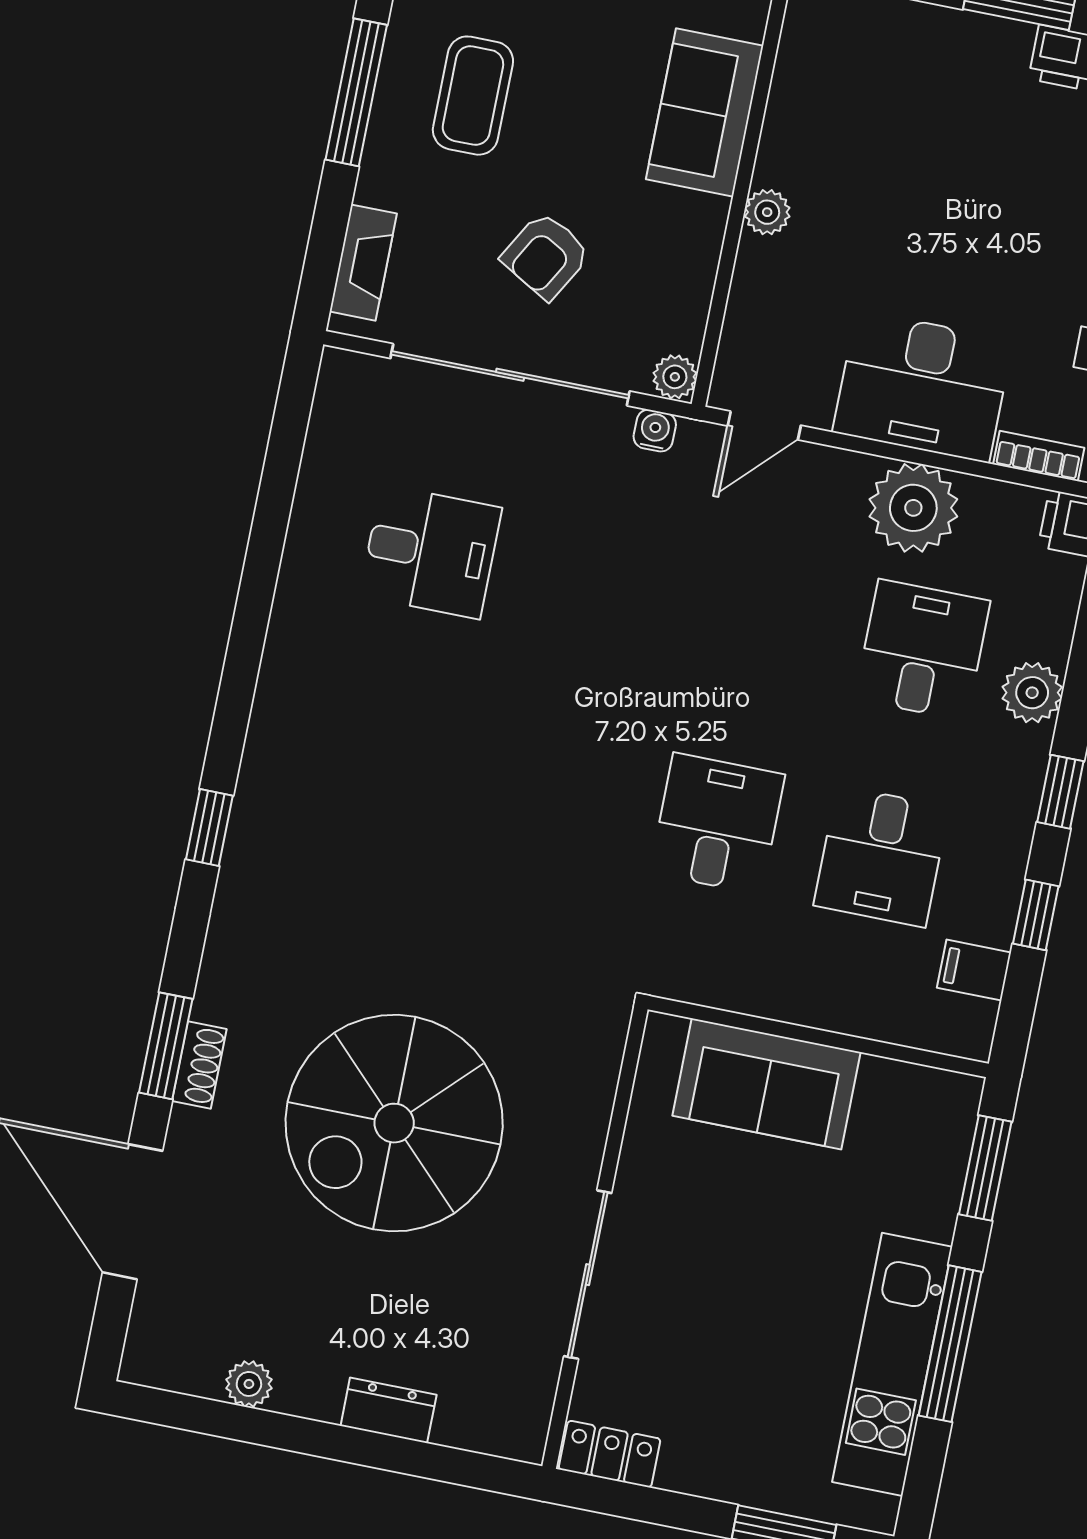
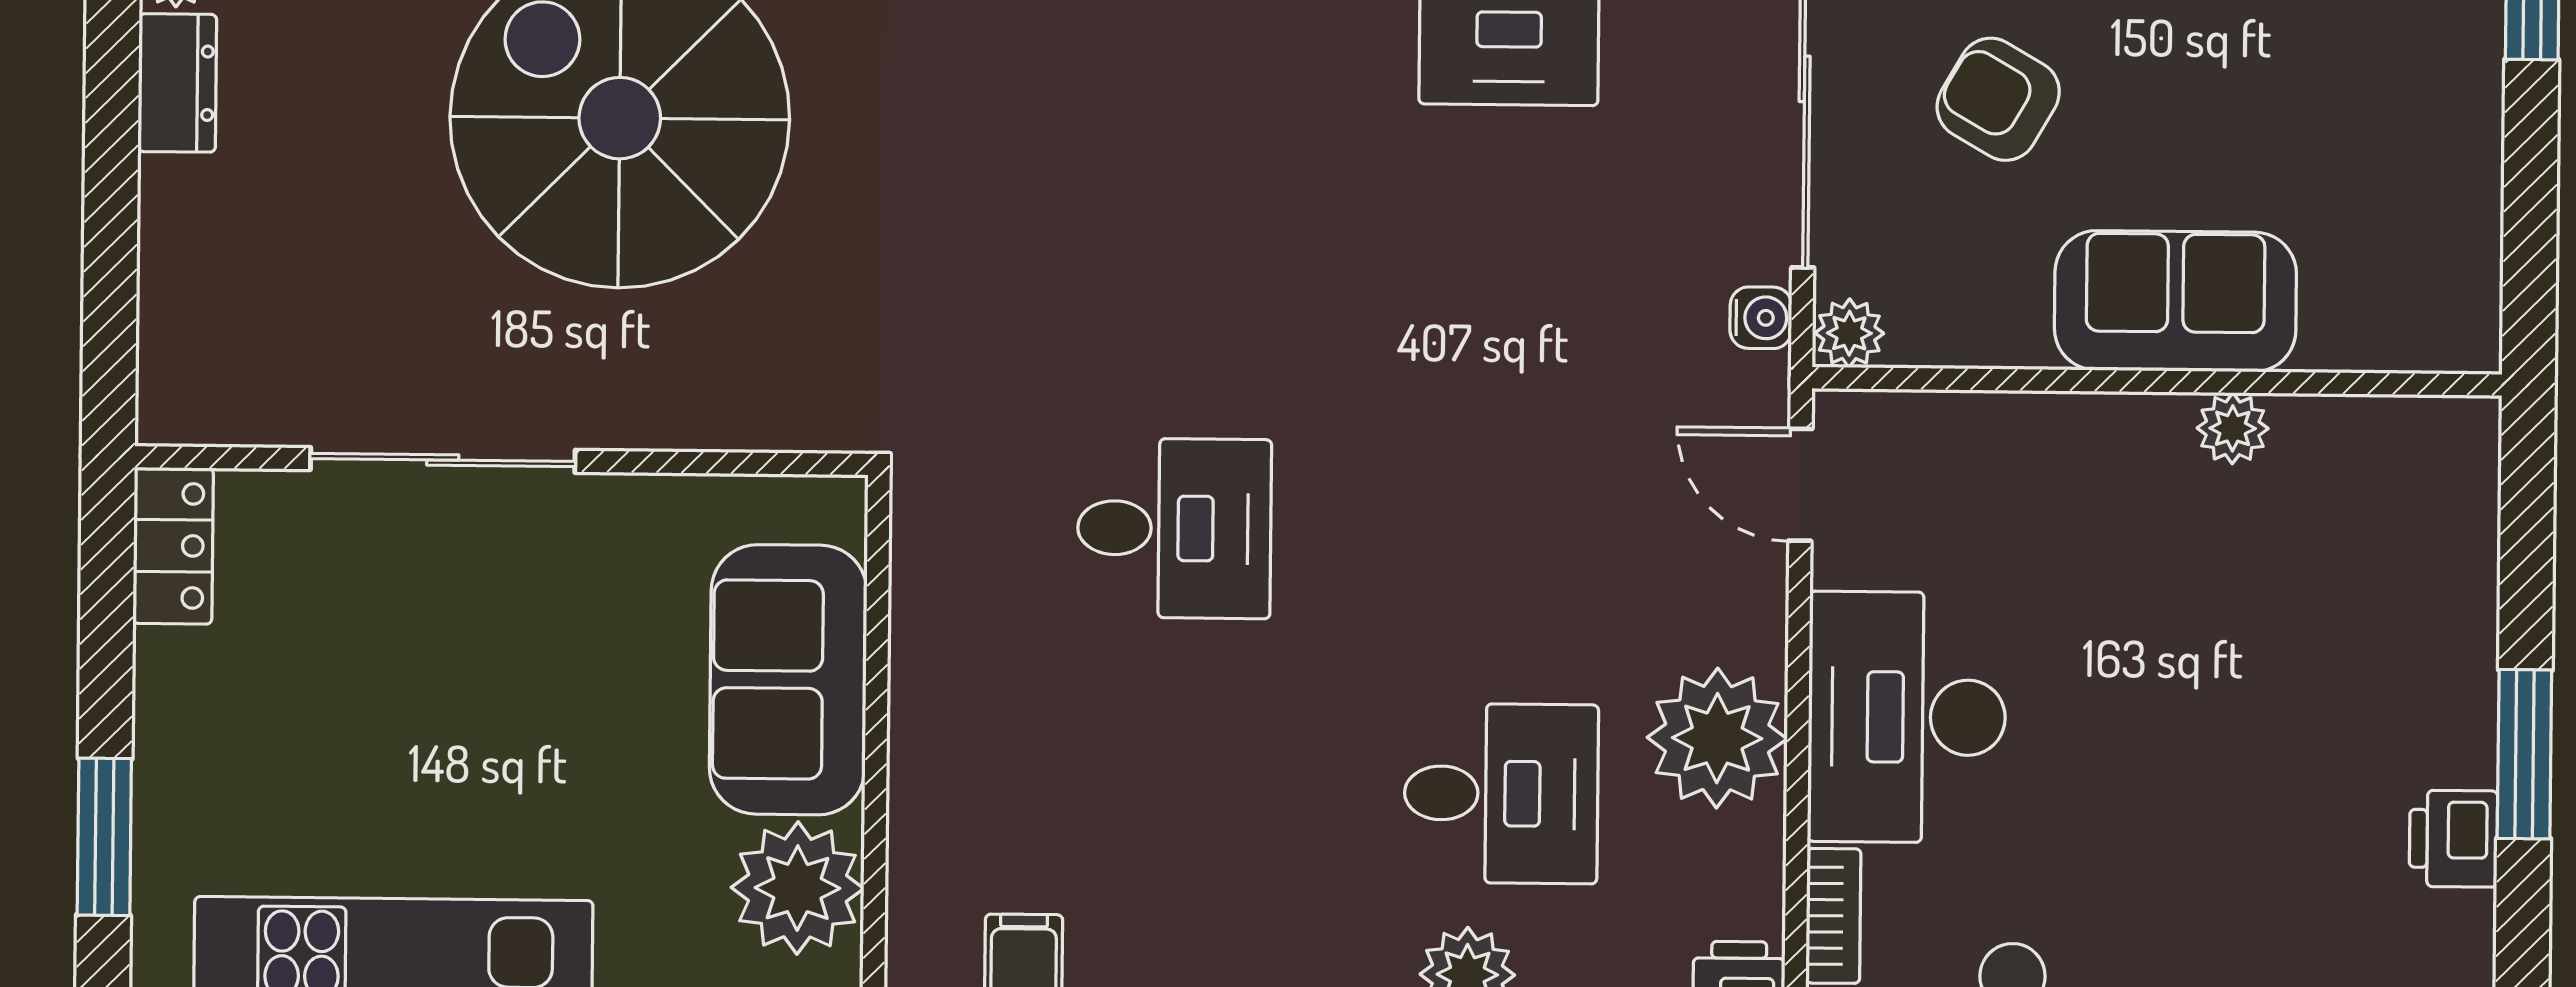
sofa: (705, 112) -> (2175, 301), moved
plant: (767, 212) -> (2233, 428), moved
desk: (881, 856) -> (1172, 790), removed
plant: (898, 1103) -> (797, 888), added
dresser: (389, 1410) -> (177, 83), moved

